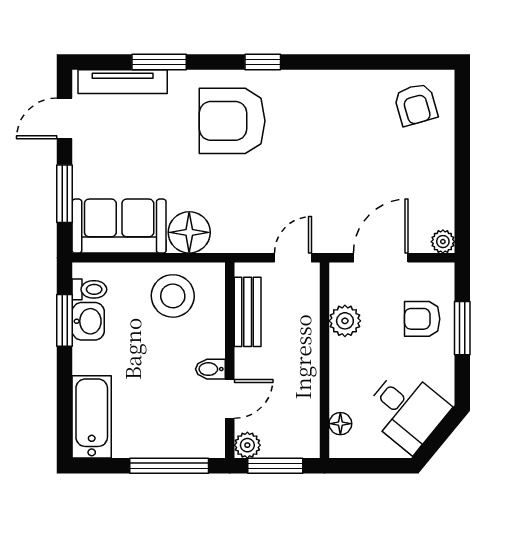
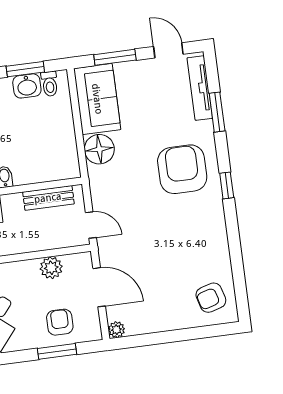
stool: (173, 296) -> (53, 143), removed

